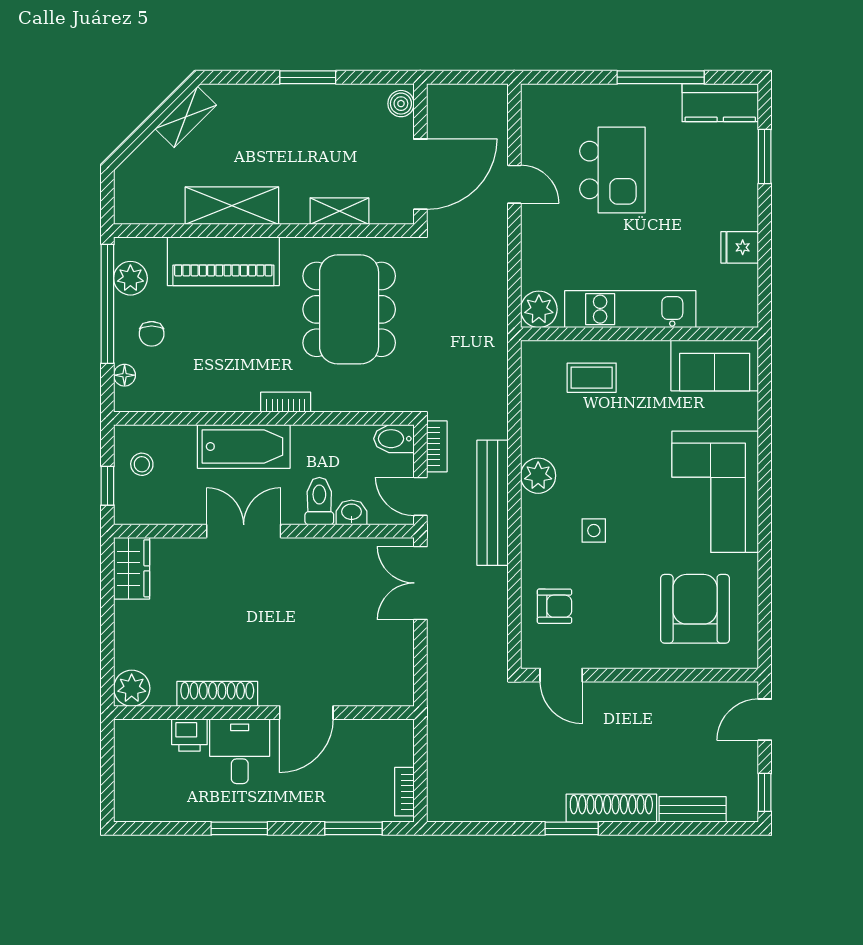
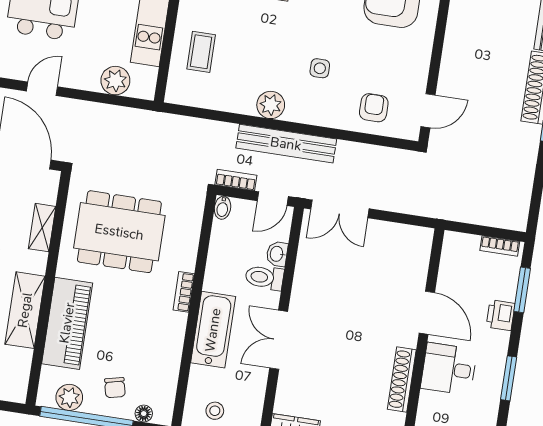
plant: (539, 309) -> (115, 81), moved
chair: (152, 334) -> (115, 388), turned 77
bidet: (394, 439) -> (223, 208), width x0.72, depth x0.74
printer: (189, 735) -> (501, 315), moved, turned 180

